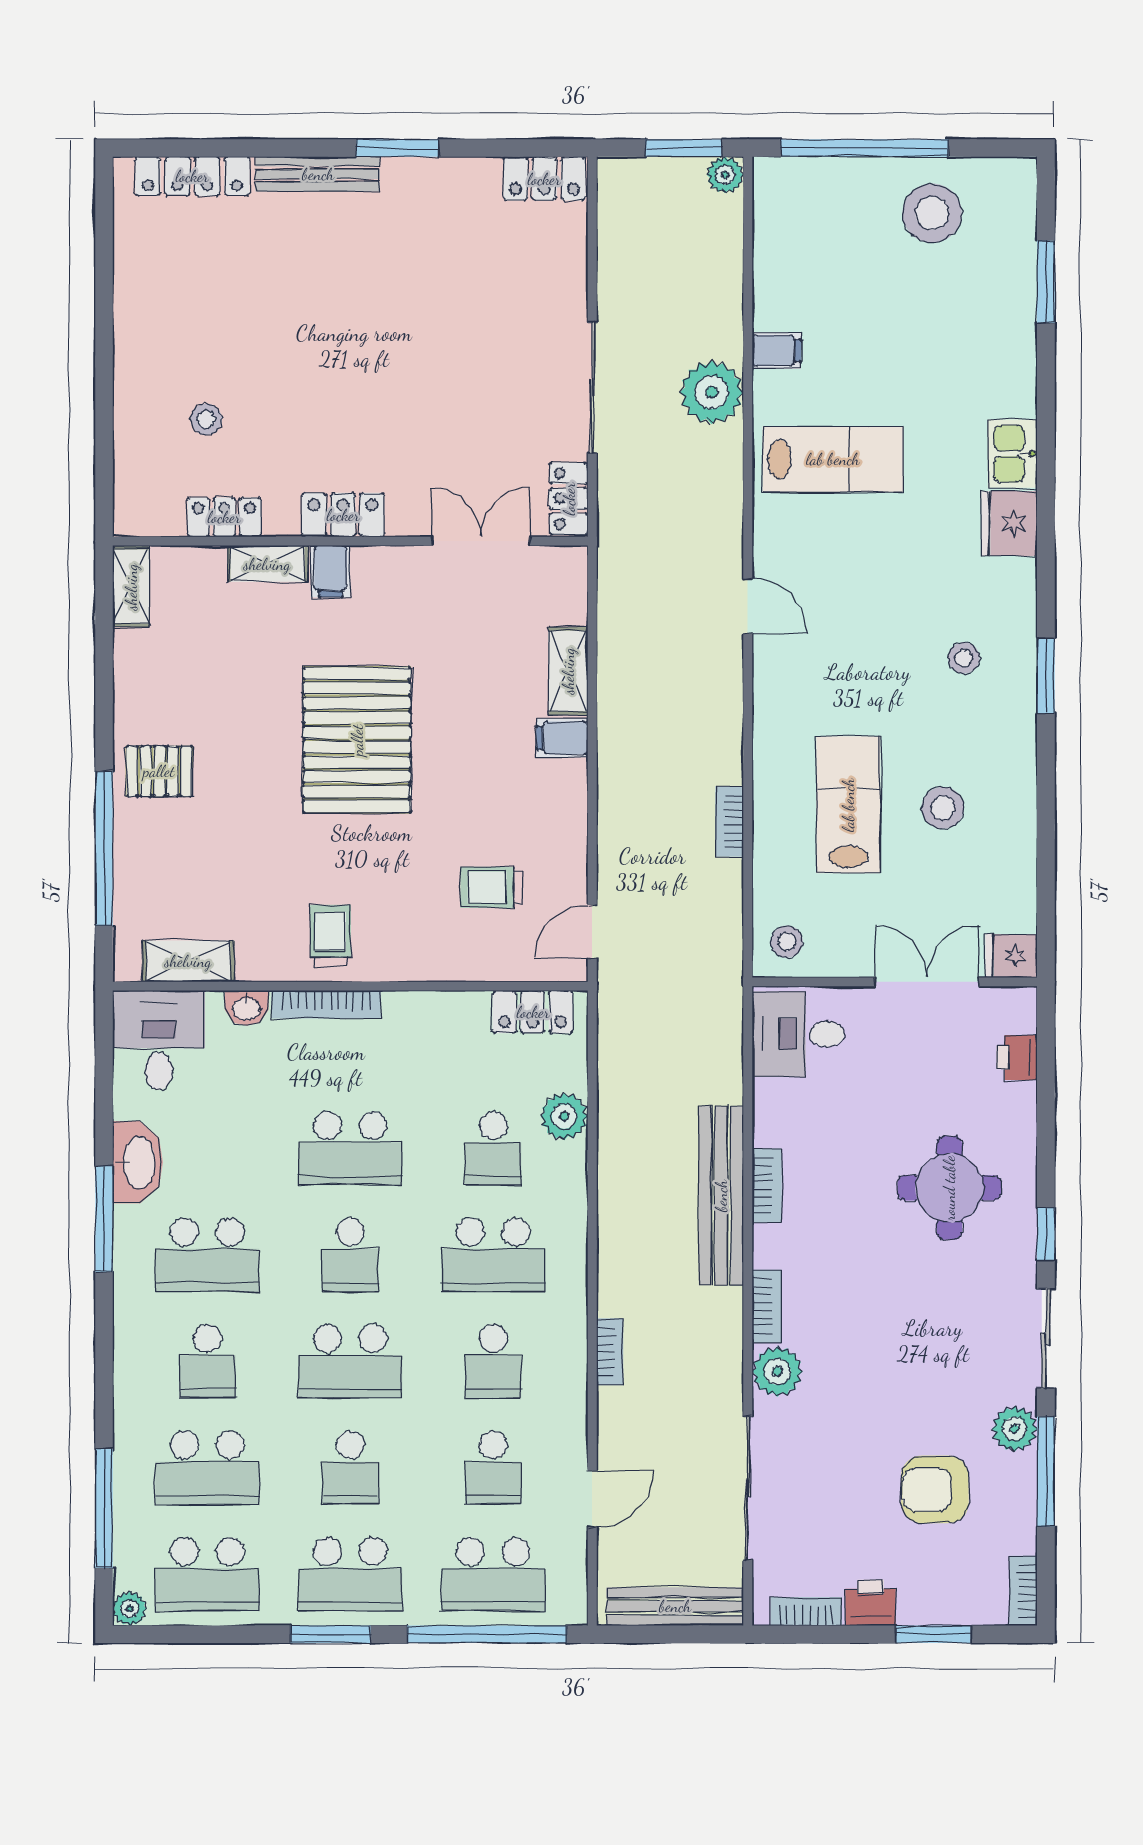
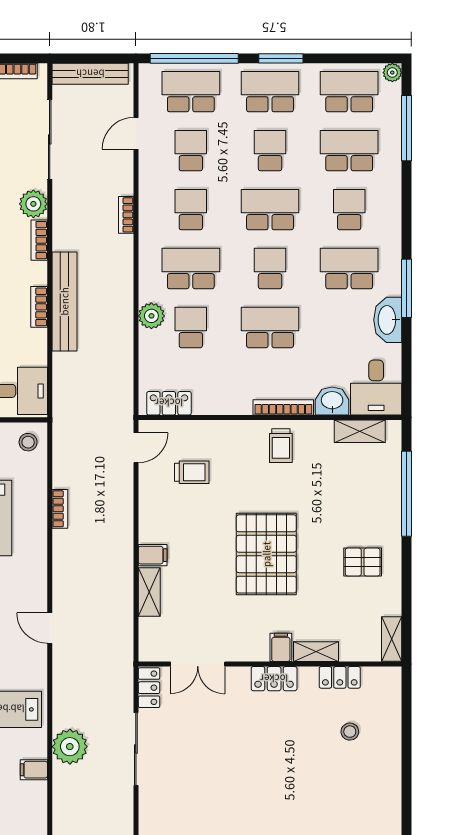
pallet: (159, 771) -> (363, 562), moved
washbasin: (247, 1008) -> (332, 401), width x1.38, depth x1.45
plant: (564, 1116) -> (151, 316), moved

